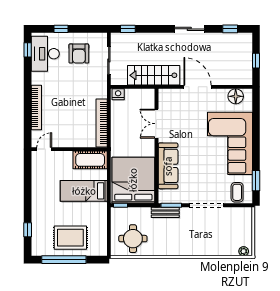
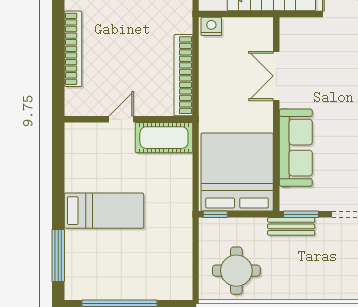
door: (44, 149) -> (121, 119), moved
bed: (84, 191) -> (104, 211), moved, turned 180
window: (28, 230) -> (58, 256), width x2.17
rug: (70, 238) -> (130, 269), removed

